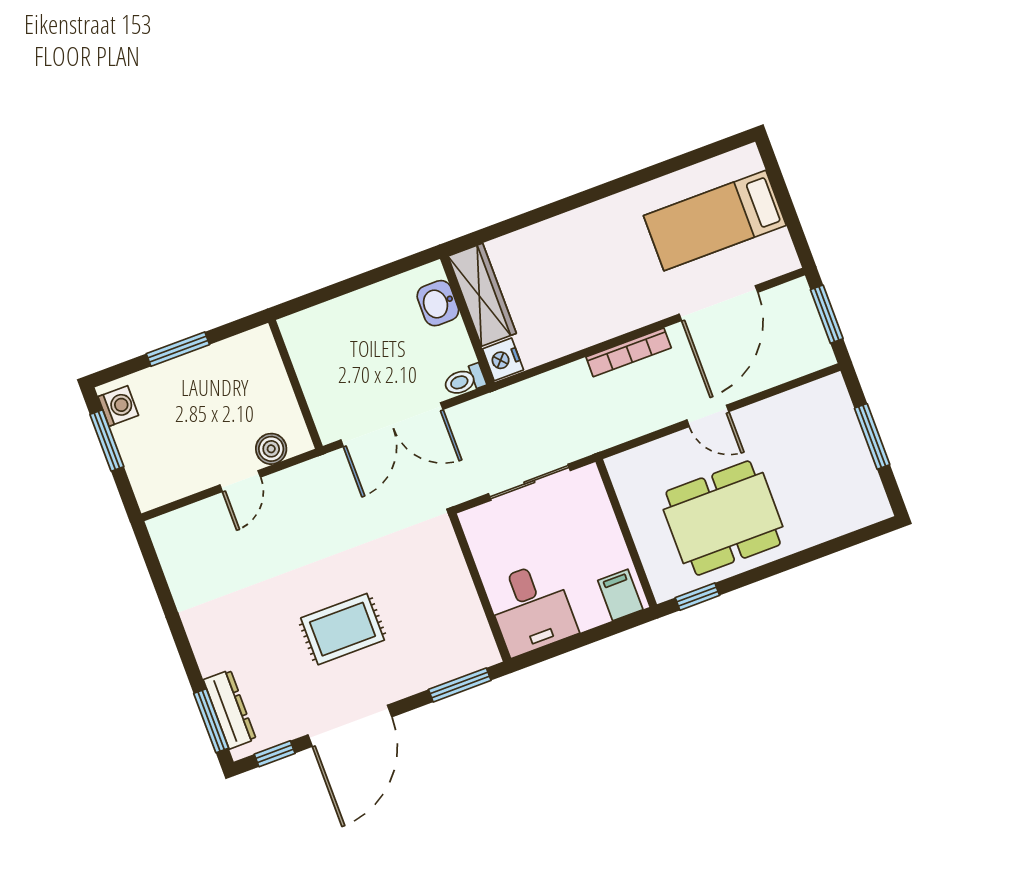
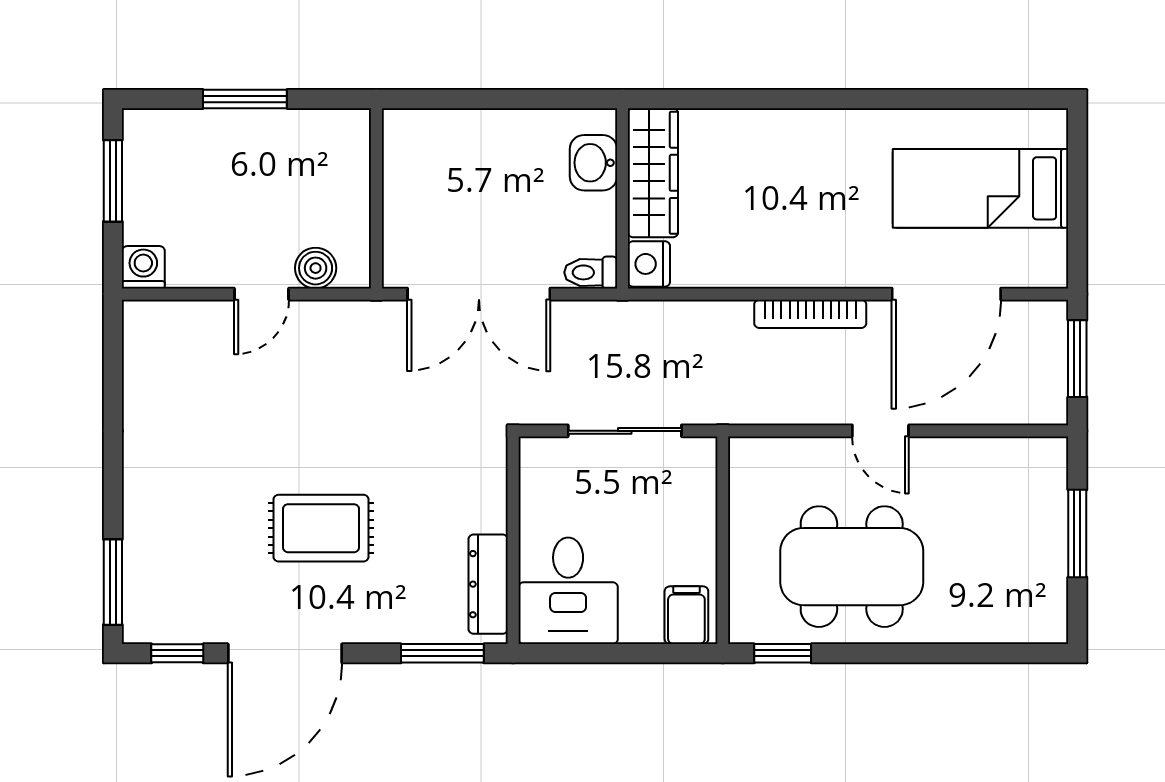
washing machine: (118, 406) -> (143, 267), moved, turned -90
dresser: (230, 709) -> (488, 584), moved, turned 180

